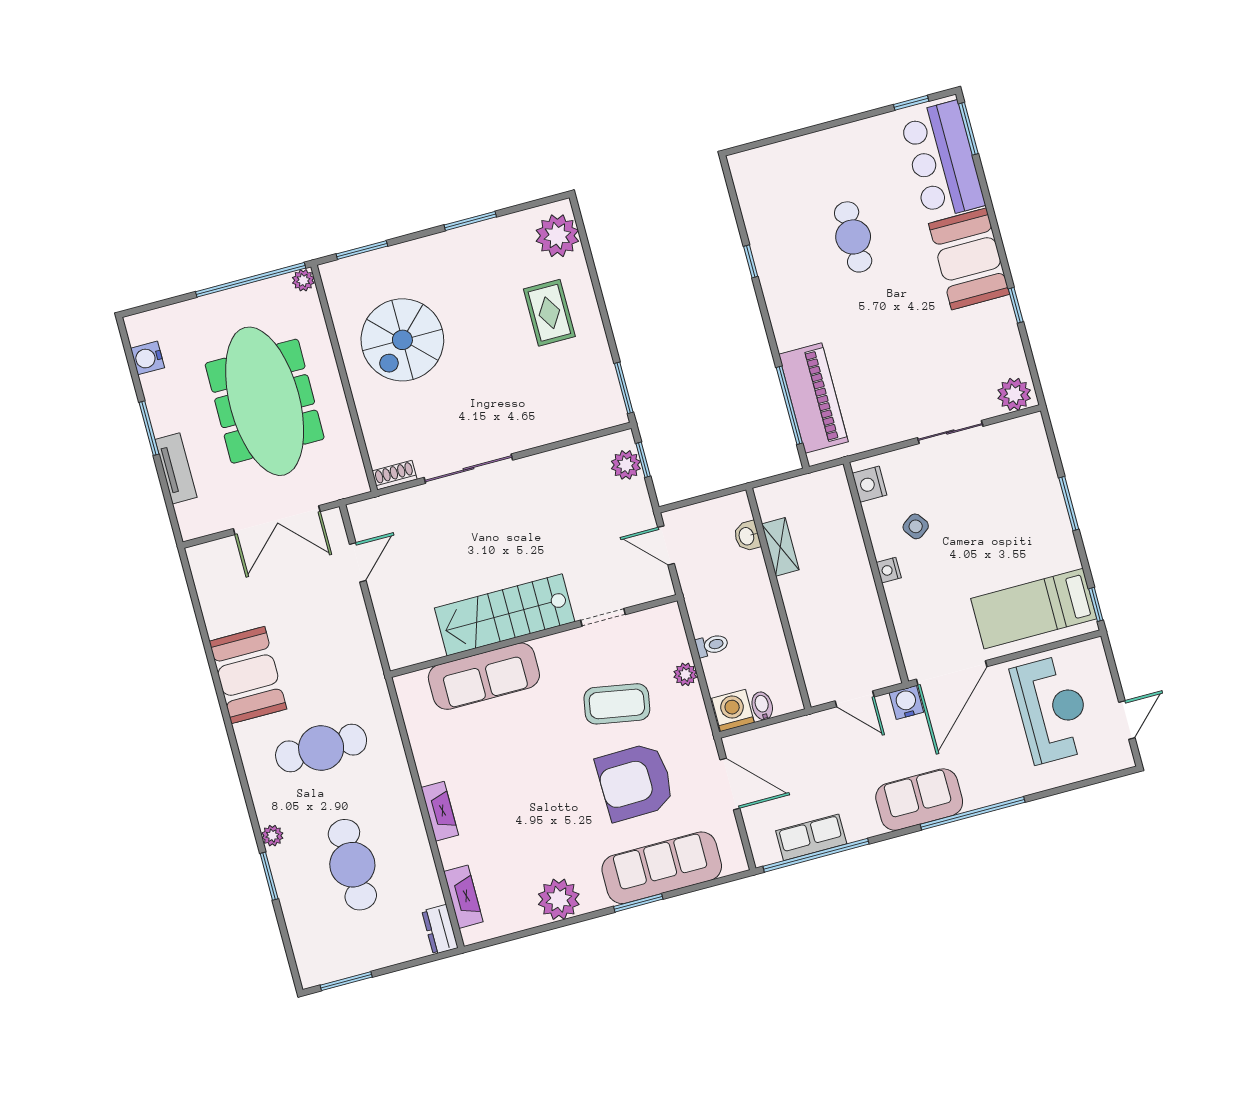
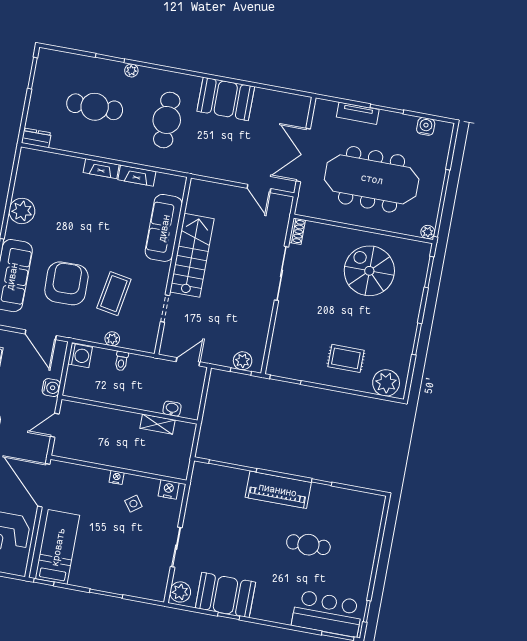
booth: (969, 259) -> (225, 595), moved
piano: (813, 398) -> (278, 490), moved
water cooler: (906, 702) -> (51, 388), moved
bidet: (762, 706) -> (75, 373), removed
door: (730, 784) -> (41, 335), hinge flipped
fireplace: (463, 897) -> (137, 176), moved

